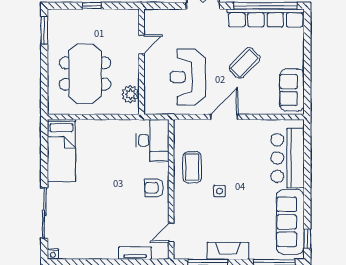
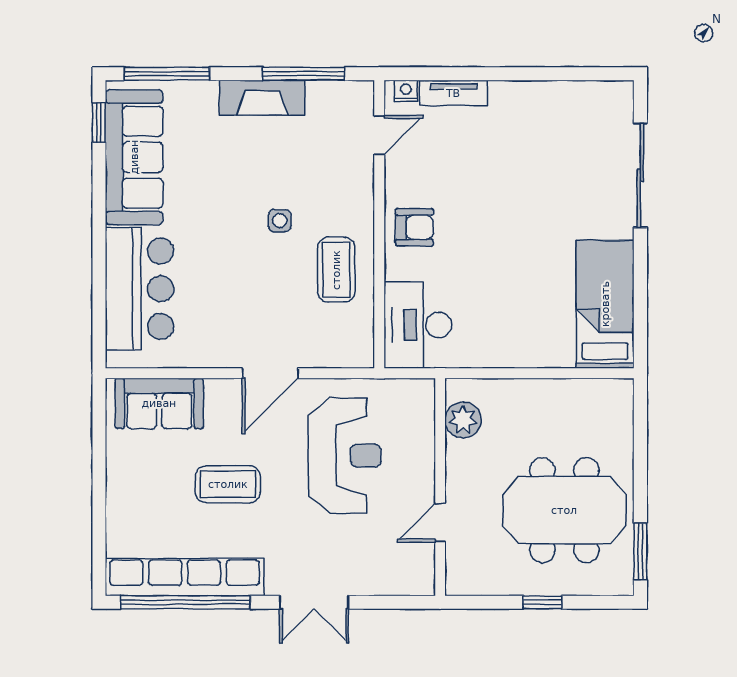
coffee table: (245, 63) -> (228, 484), turned 46
meeting table: (85, 74) -> (564, 510), moved, turned 90
sofa: (292, 90) -> (159, 403), moved, turned 90
nightstand: (53, 254) -> (406, 91), moved

